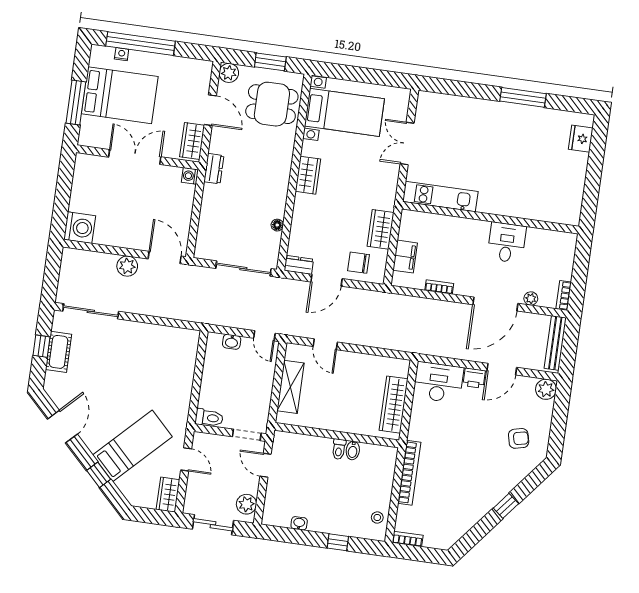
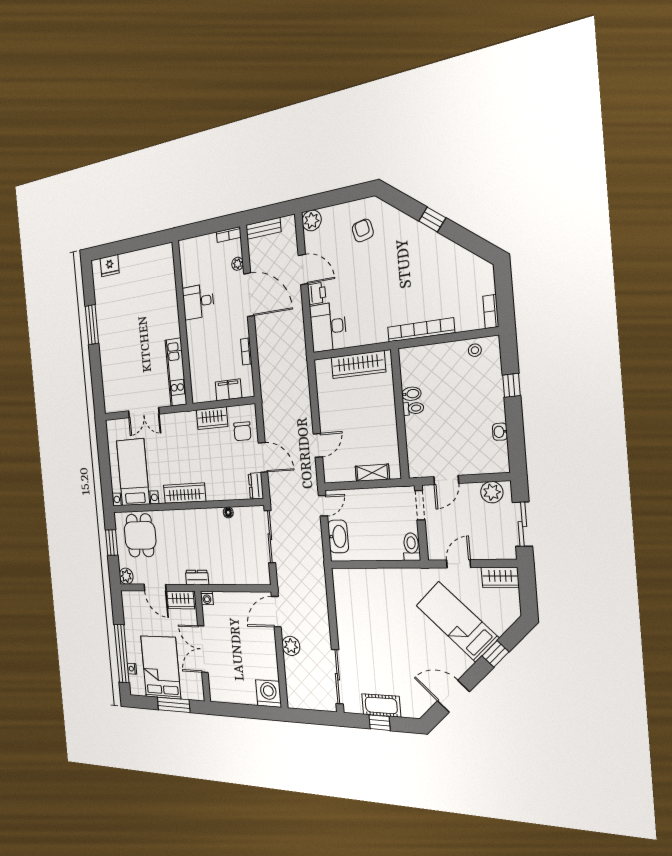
door: (210, 110) -> (155, 588), swing flipped
wardrobe: (308, 175) -> (185, 493), width x1.50
washbasin: (232, 342) -> (338, 536), width x1.91, depth x1.45
bench: (555, 343) -> (263, 228), width x0.73
shelving: (291, 387) -> (372, 473), width x0.67, depth x0.75

